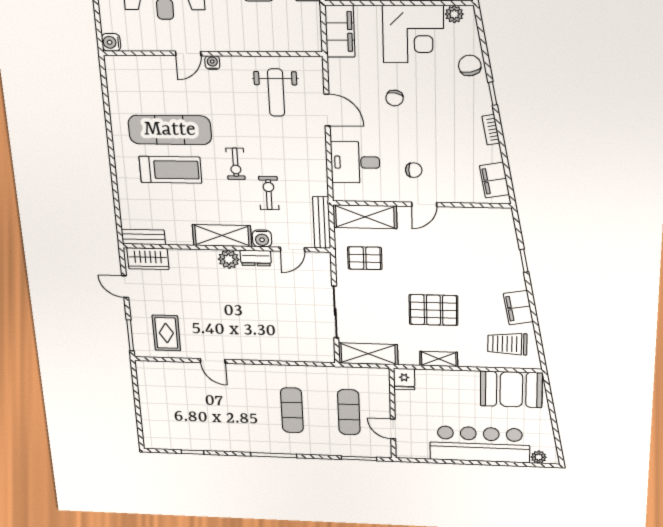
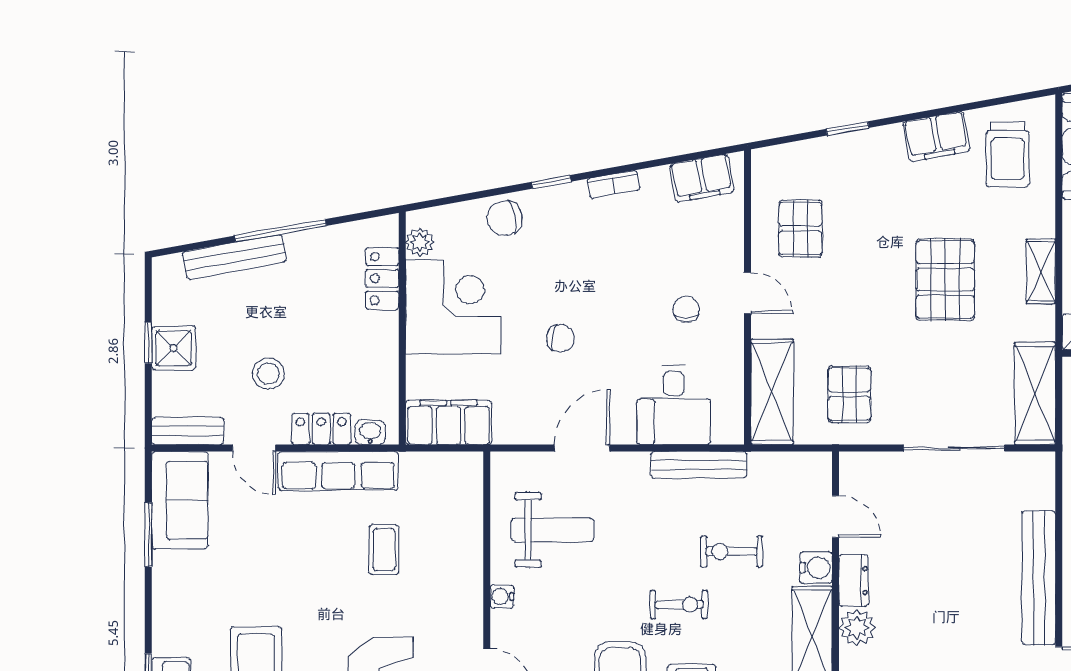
water cooler: (212, 63) -> (502, 597), moved
bench: (322, 223) -> (699, 465), moved
pallet: (463, 234) -> (801, 228), added
bench: (263, 353) -> (1039, 578), added

